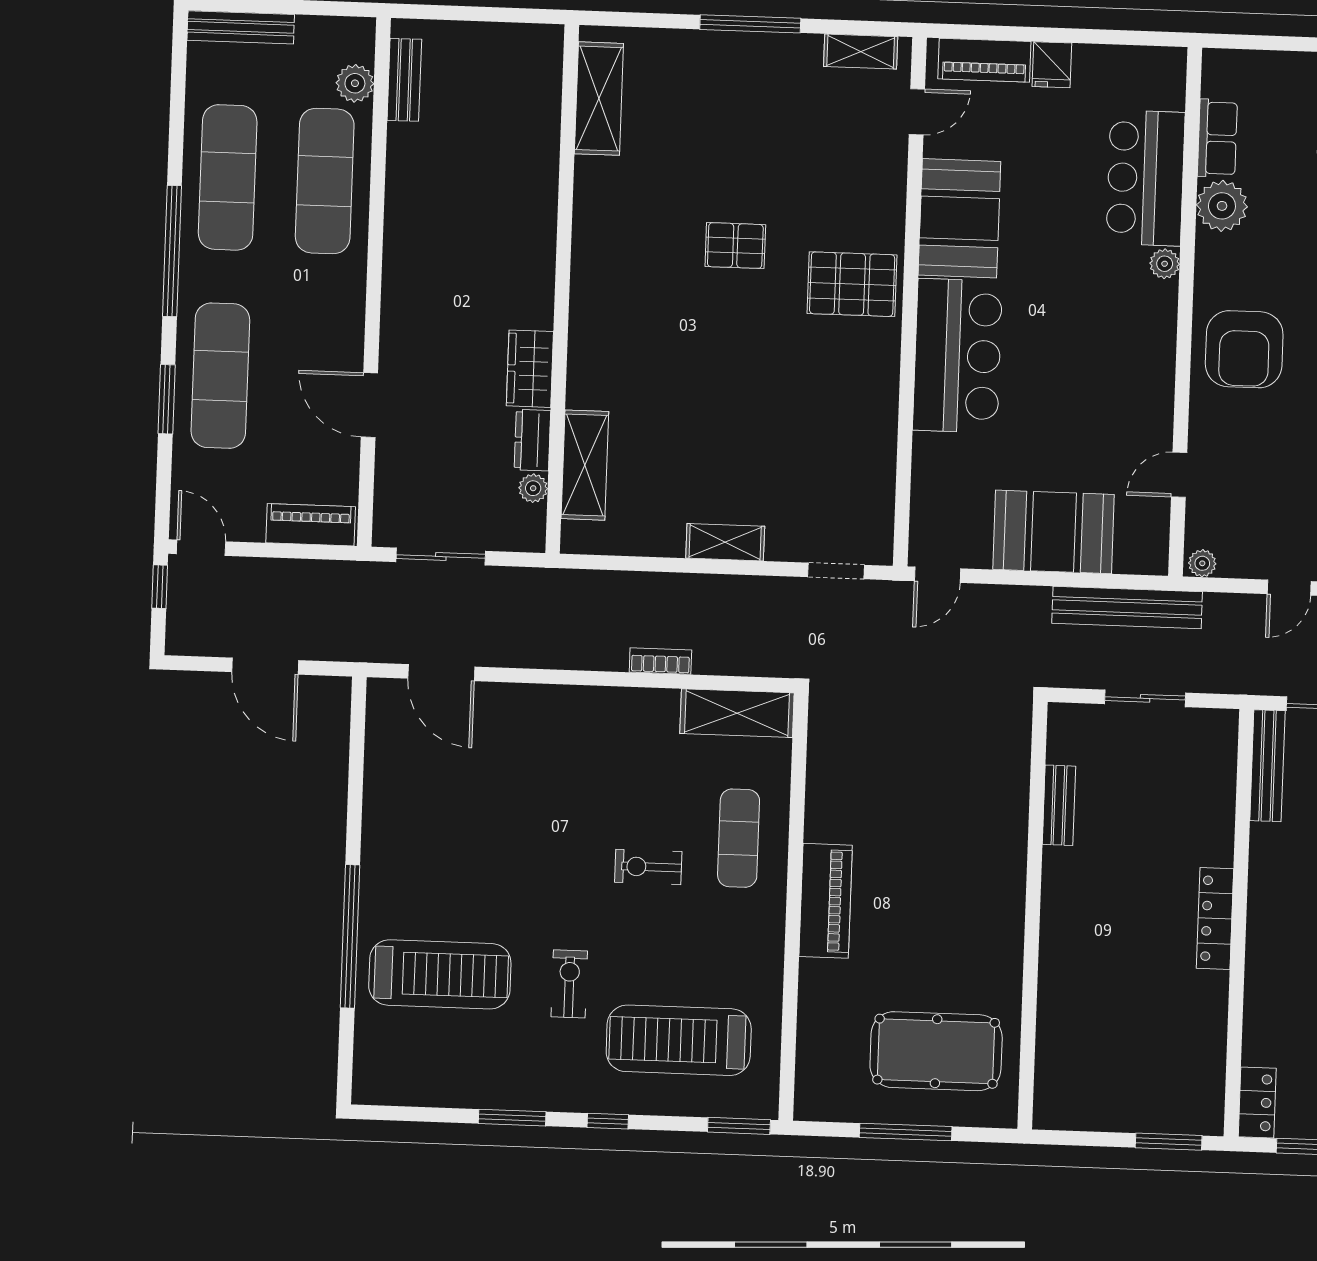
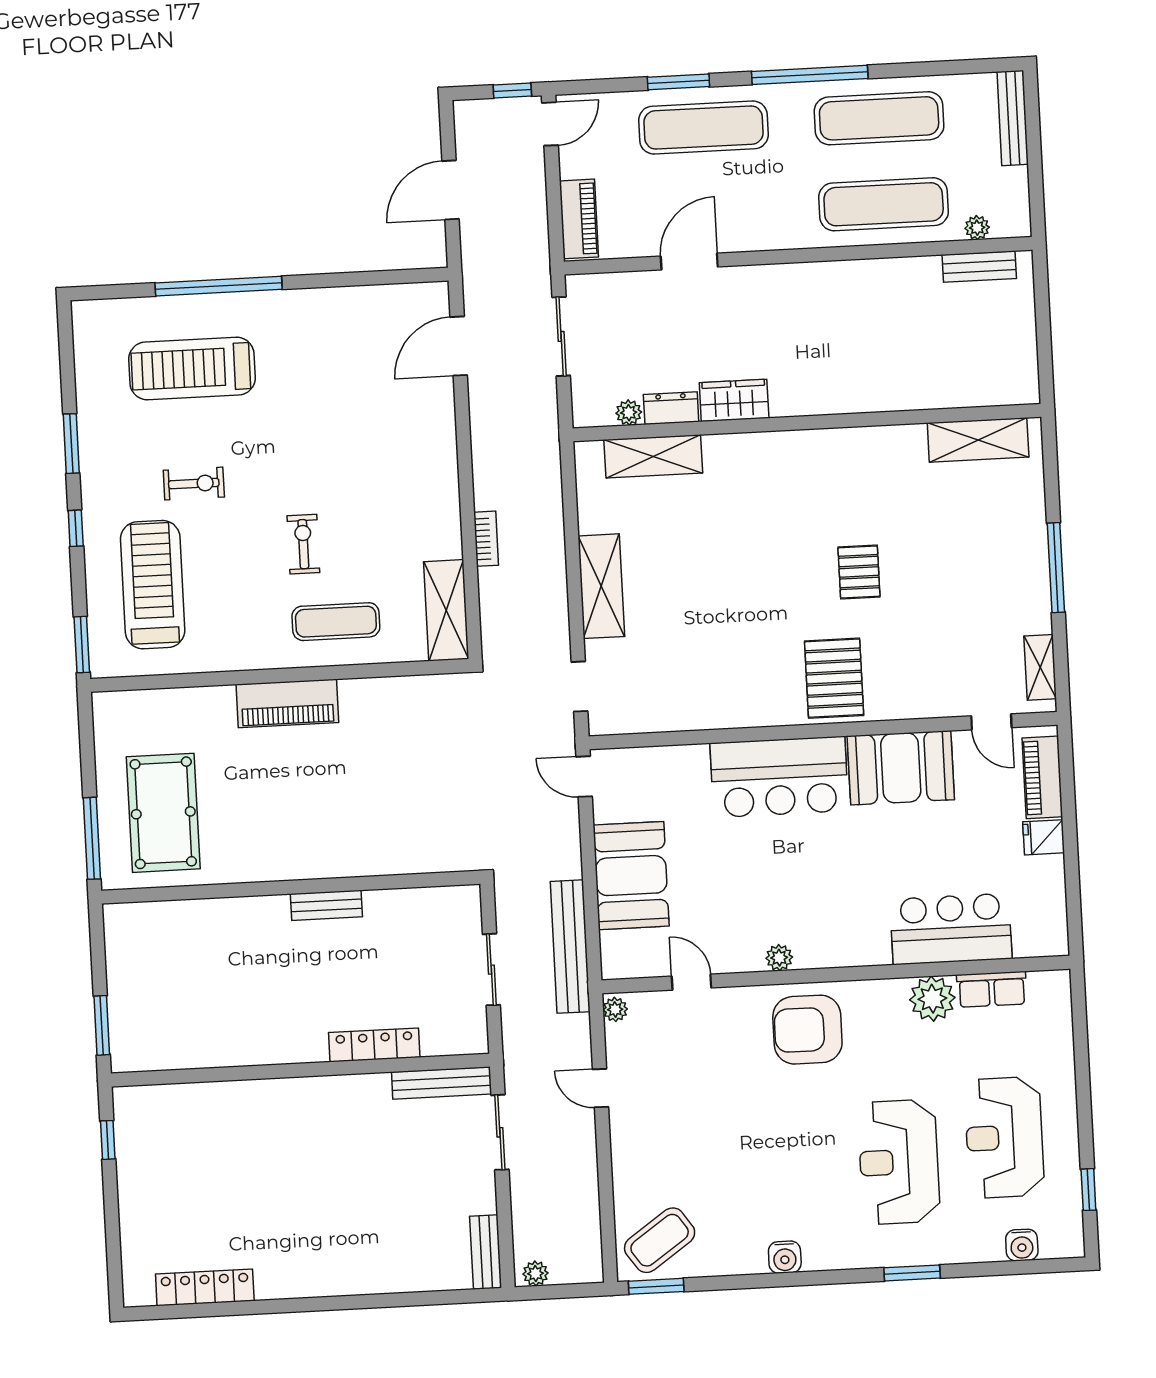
plant: (355, 83) -> (977, 228), width x0.73, depth x0.73
plant: (1165, 264) -> (779, 958), moved
shelving: (725, 542) -> (601, 586), width x1.50, depth x1.33
bench: (1059, 805) -> (326, 905), moved
locker: (1215, 919) -> (374, 1045), moved
treadmill: (440, 974) -> (192, 369), turned 90
locker: (1257, 1103) -> (143, 1101), removed
window: (906, 1132) -> (92, 838), moved

